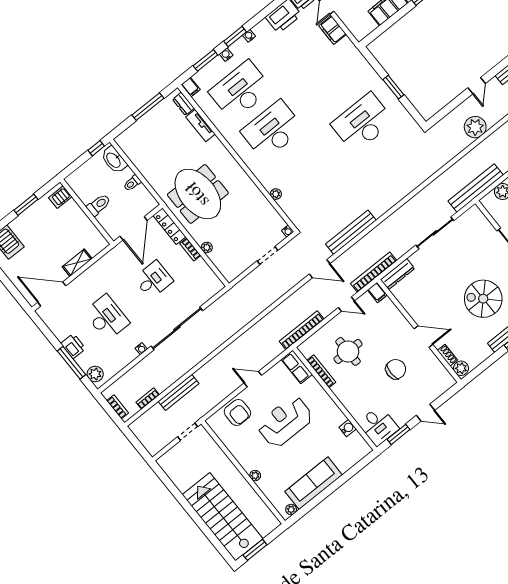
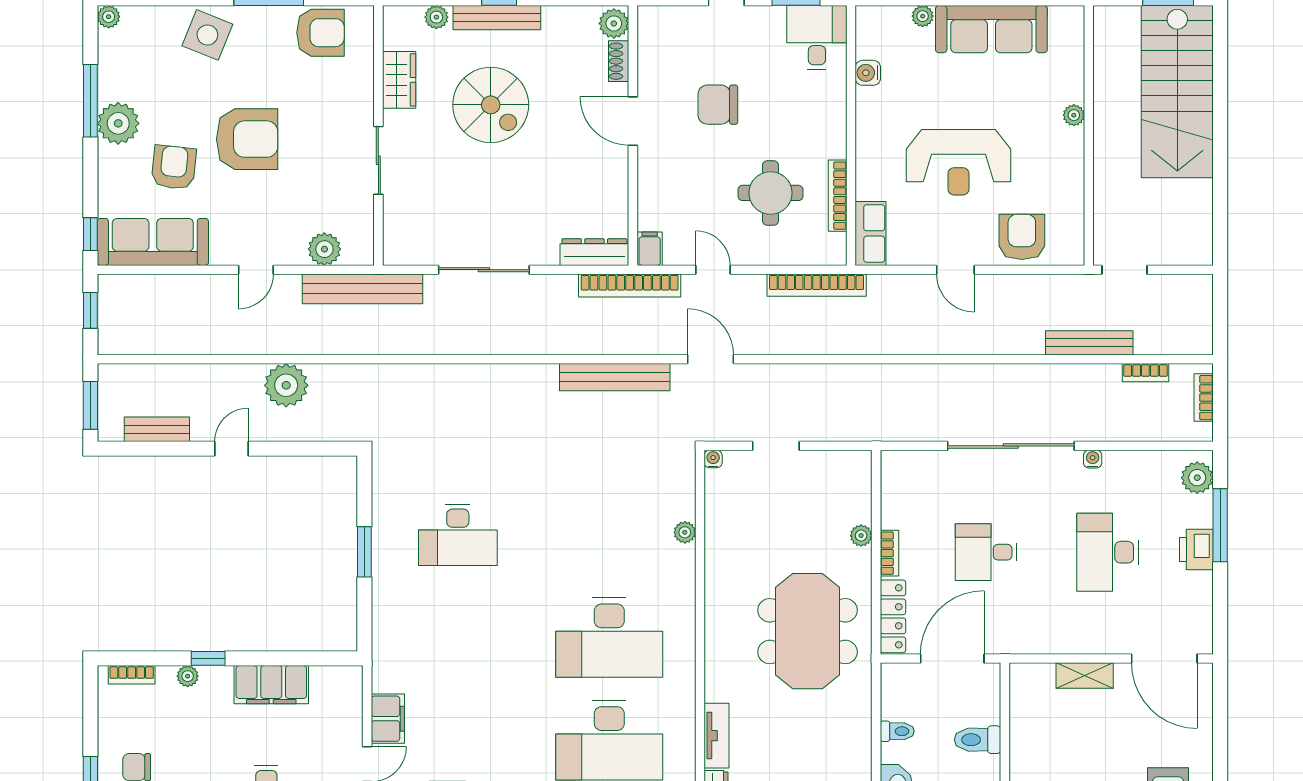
desk: (363, 123) -> (458, 535), width x0.73, depth x0.77
plant: (291, 510) -> (923, 16), moved

